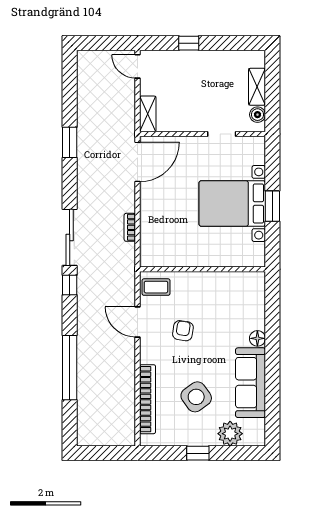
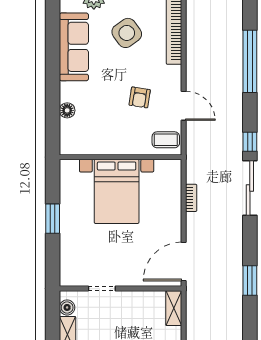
bed with nightstands: (232, 204) -> (117, 191), moved, turned 90
floor lamp: (257, 338) -> (67, 110), moved

